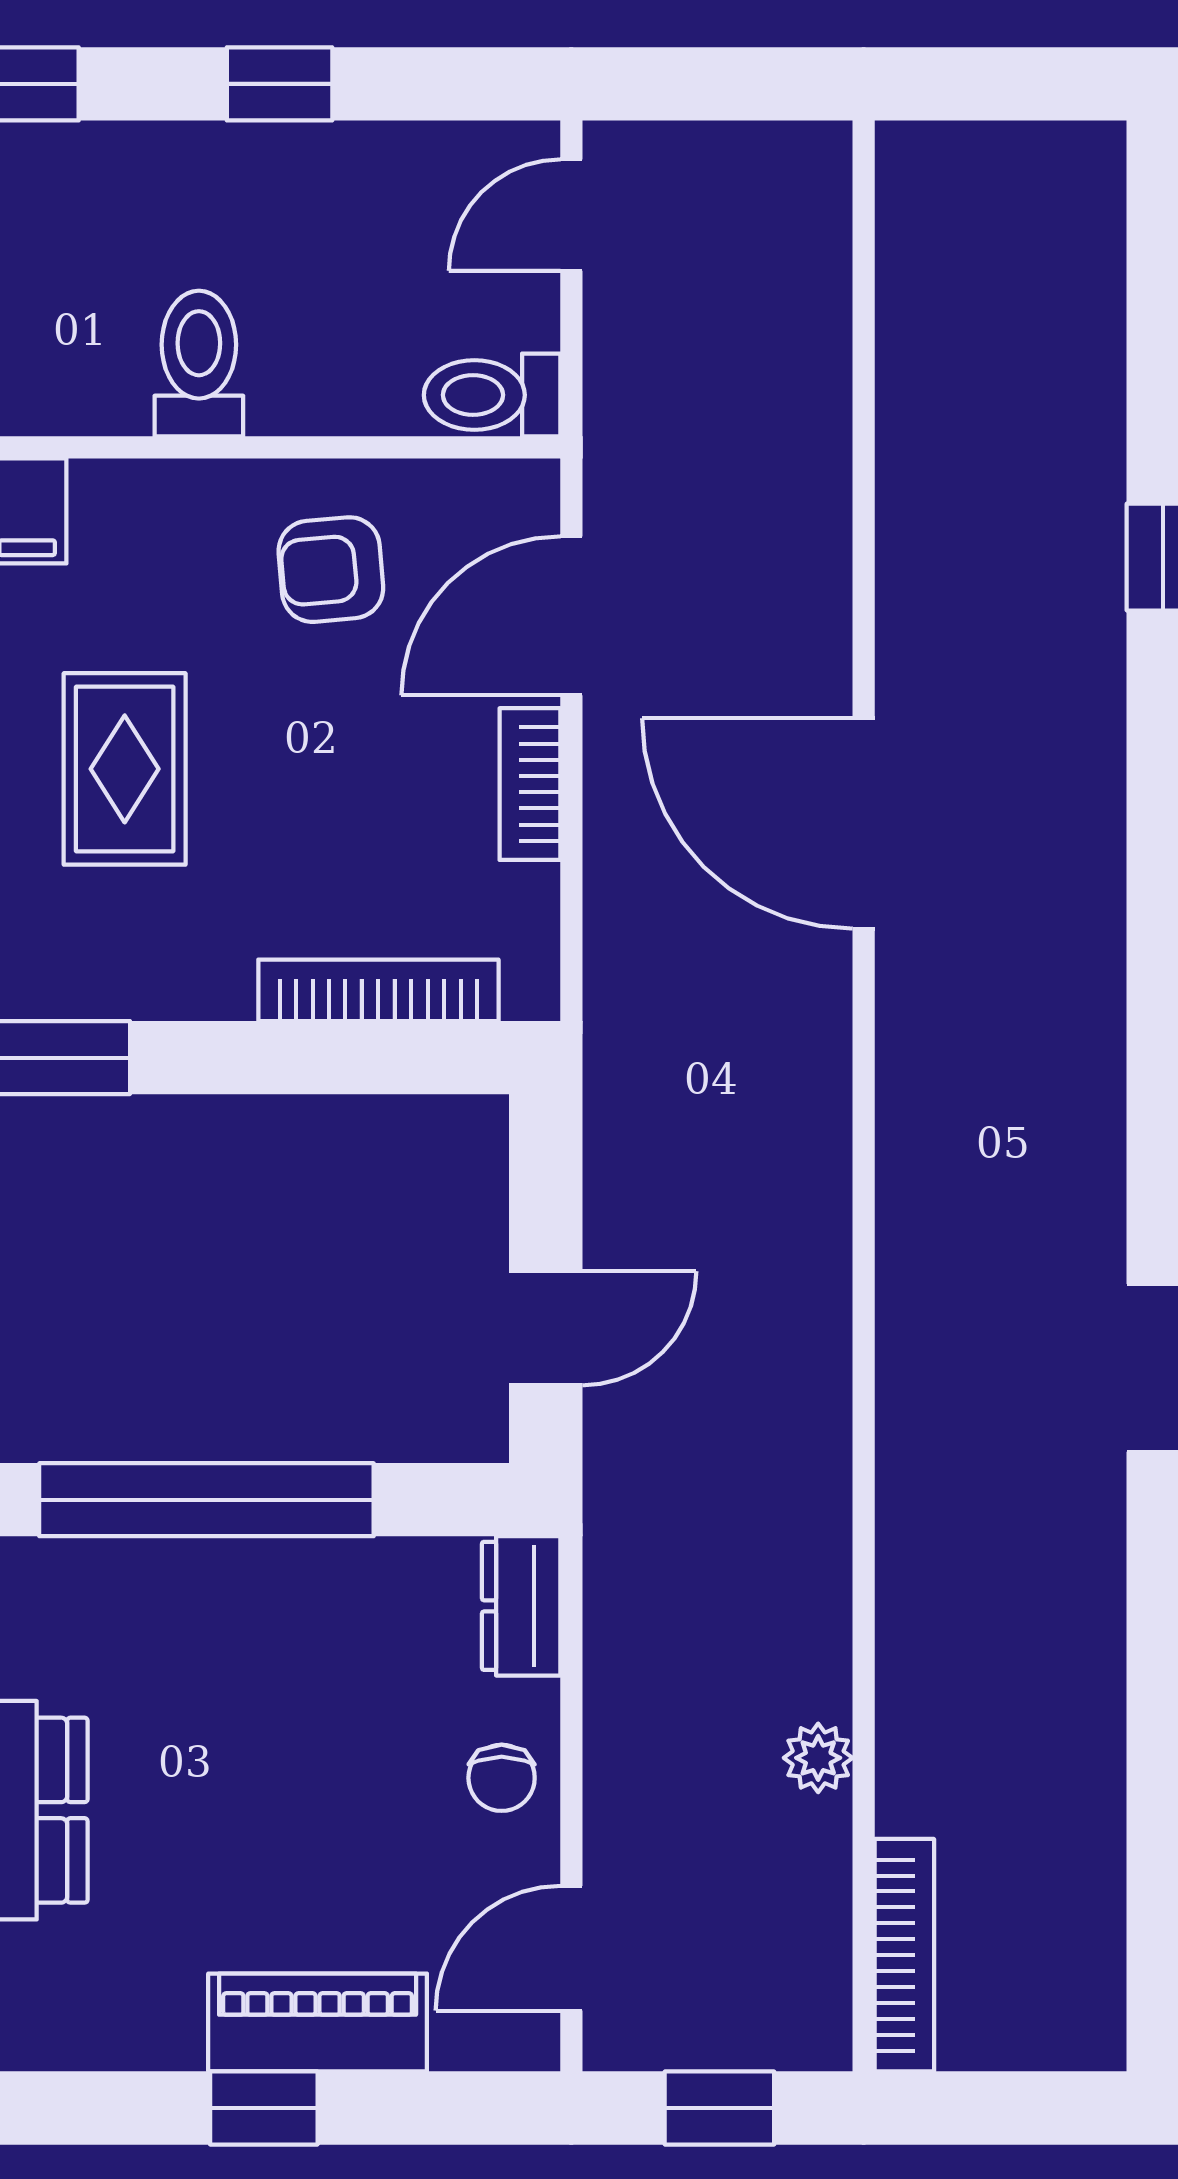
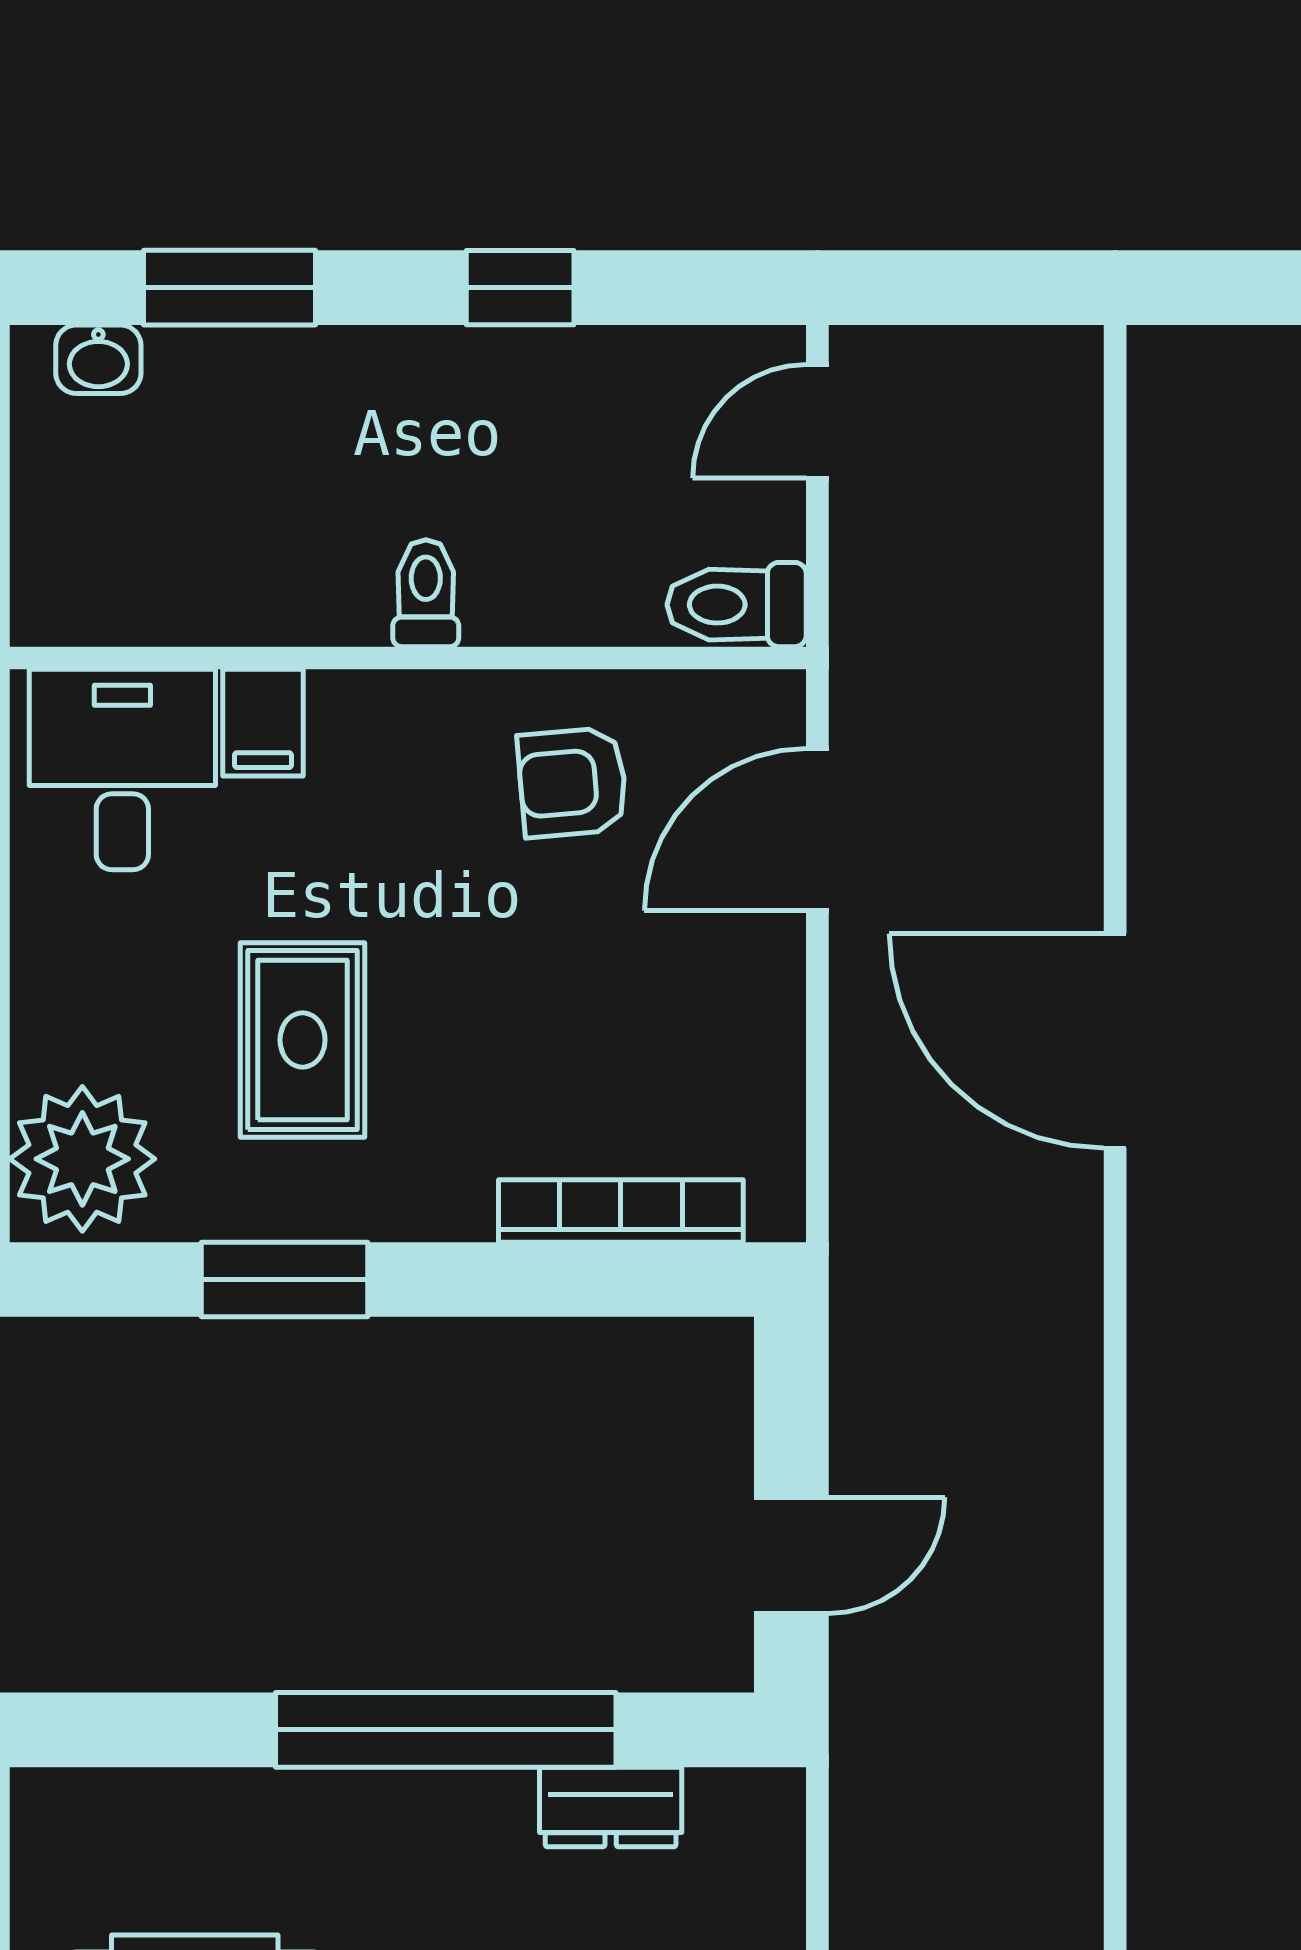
toilet: (199, 364) -> (426, 593), width x0.73, depth x0.72
rug: (125, 769) -> (303, 1040), moved
bookcase: (530, 784) -> (775, 1001), removed
dresser: (521, 1606) -> (611, 1807), moved, turned -90

